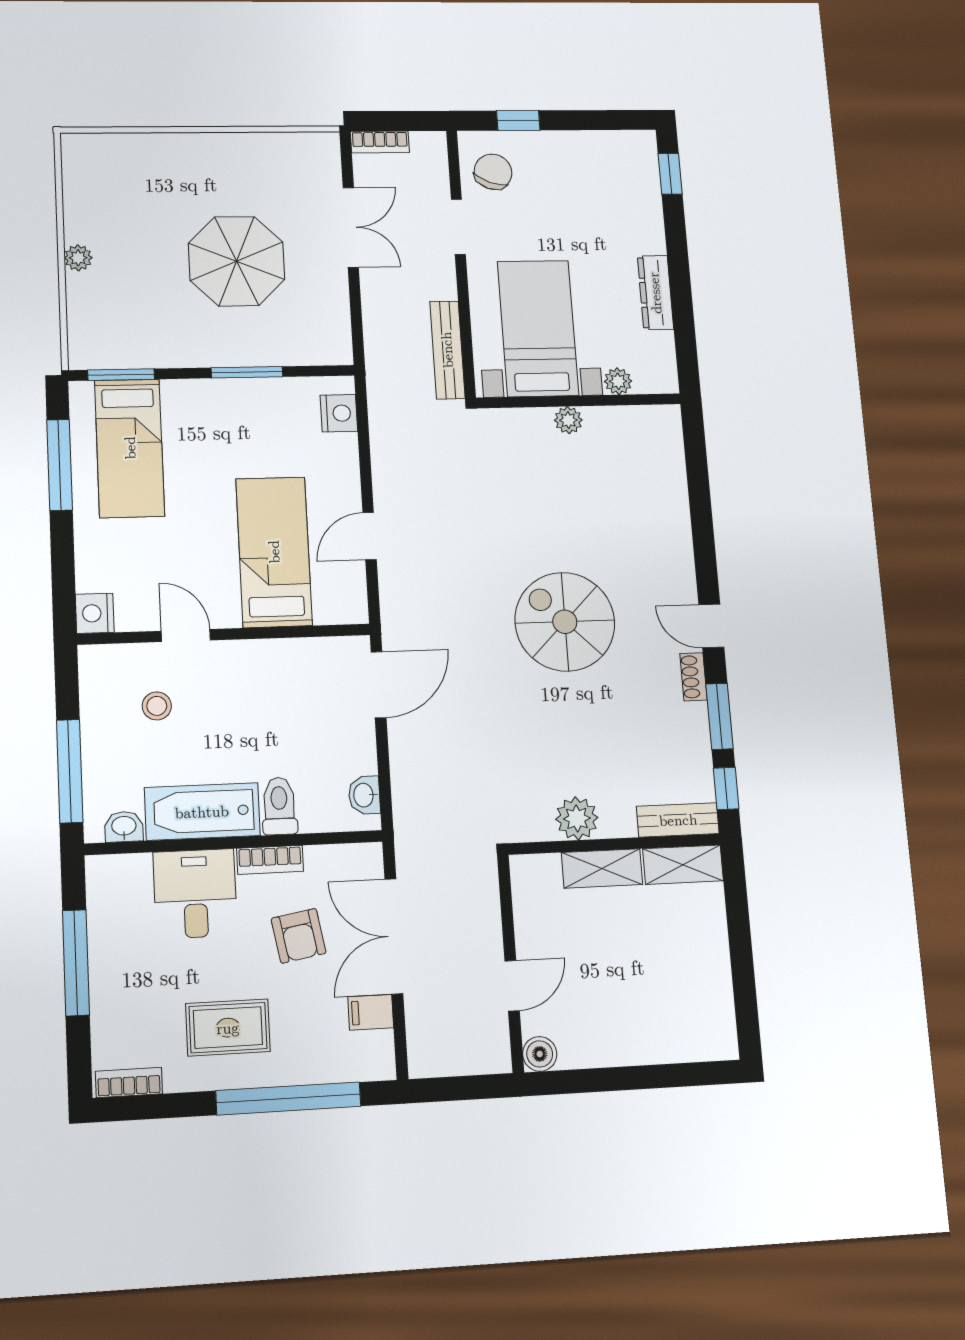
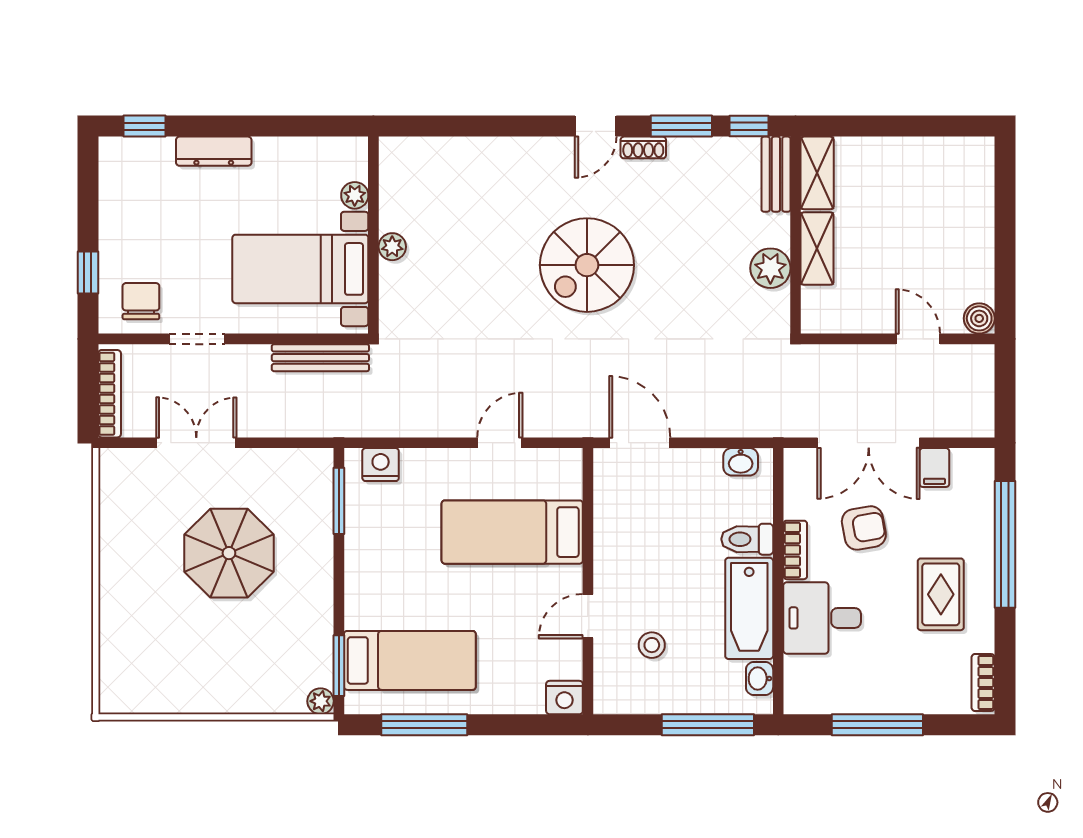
bookcase: (380, 142) -> (110, 394), width x1.56
chair: (493, 172) -> (141, 301), turned 69
plant: (78, 258) -> (321, 701), moved
dresser: (655, 293) -> (214, 151), moved
window: (247, 372) -> (339, 501), moved
door: (370, 536) -> (500, 443), swing flipped

